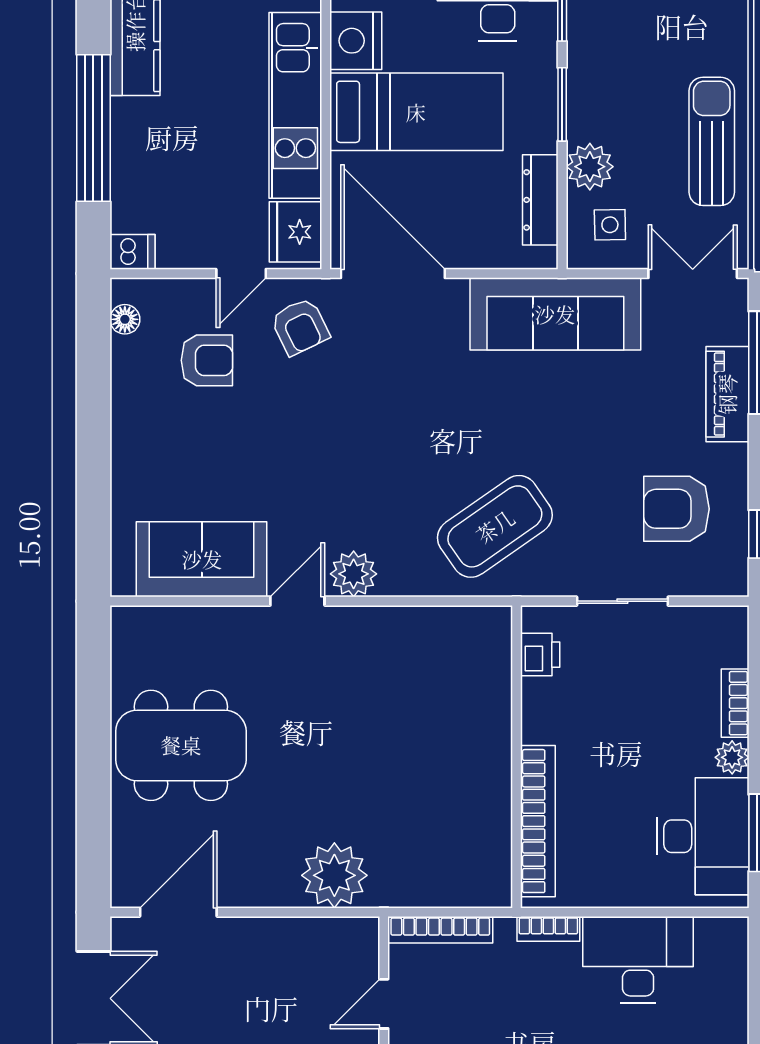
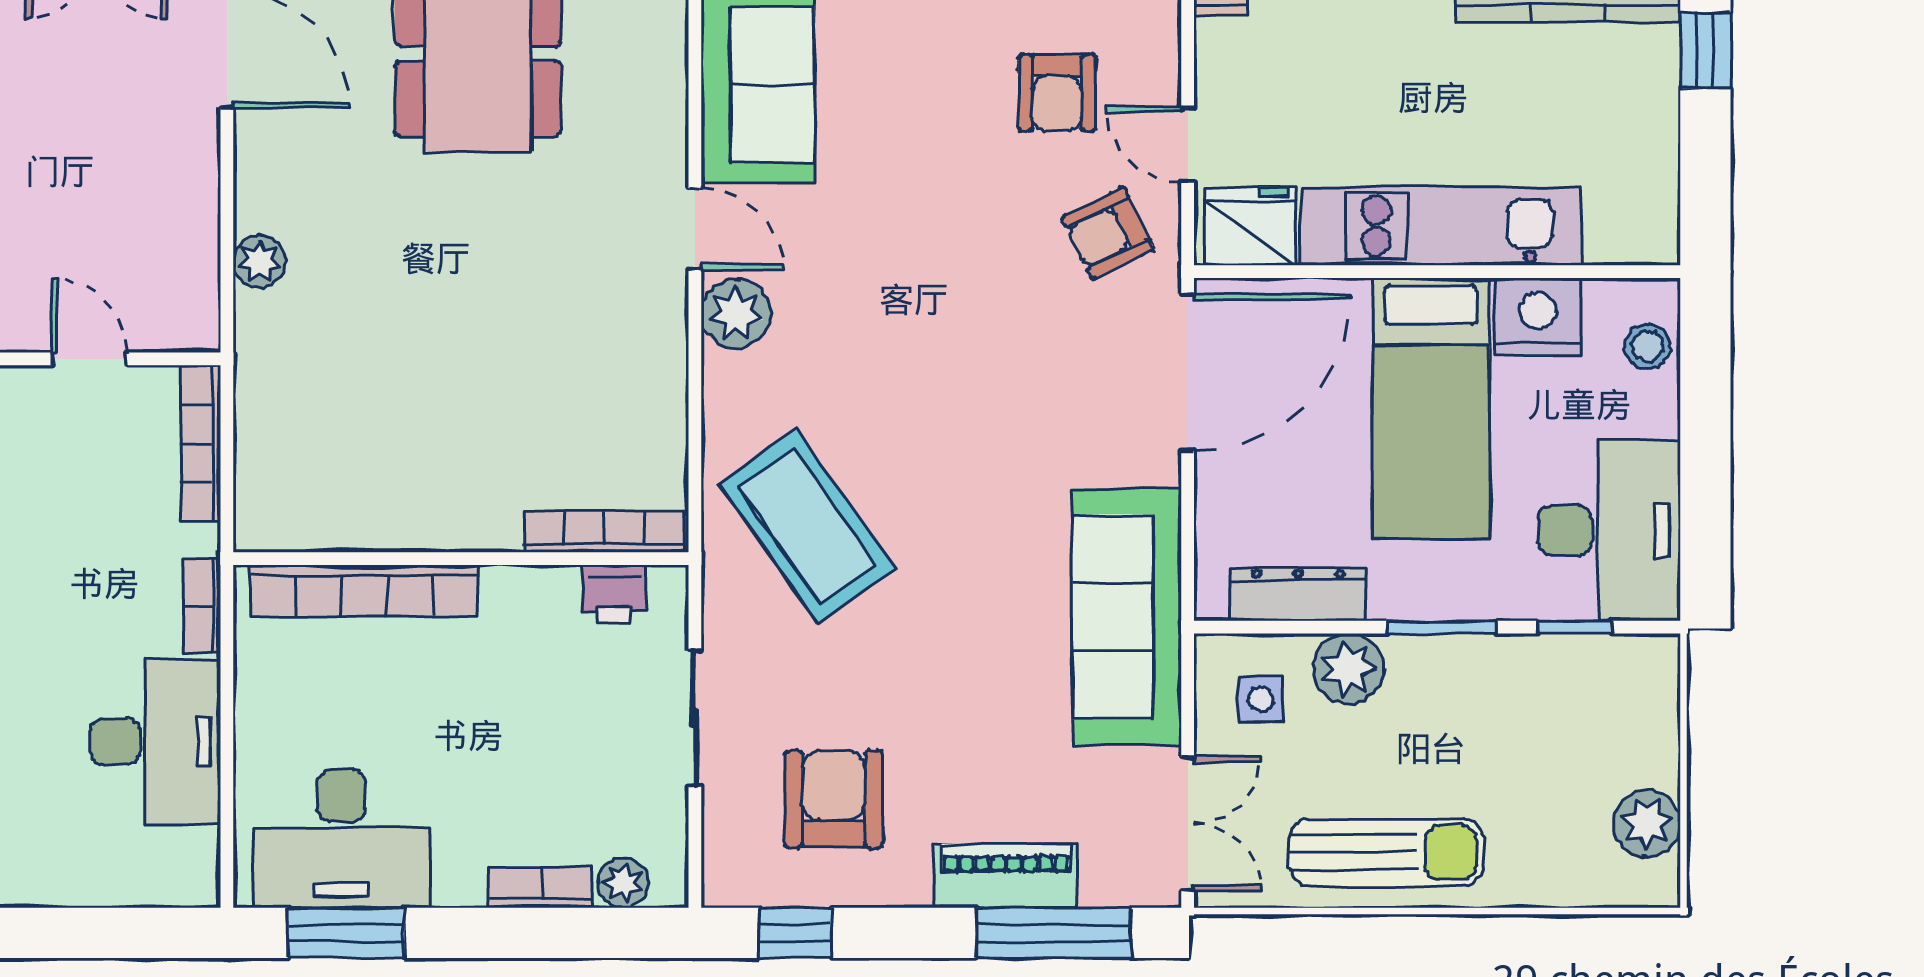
bookcase: (499, 661) -> (604, 532), added
plant: (732, 757) -> (623, 883), moved
plant: (334, 875) -> (259, 262), width x0.53, depth x0.53

